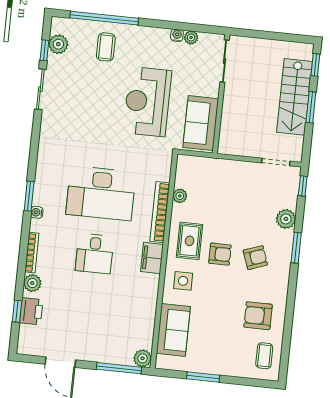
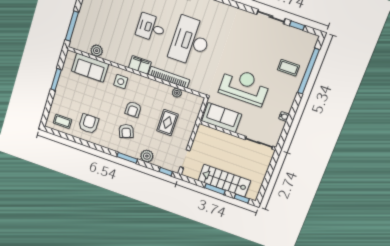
plant: (191, 37) -> (280, 125), removed
plant: (58, 44) -> (299, 36), removed
rug: (189, 241) -> (167, 123), moved, turned 90
plant: (143, 358) -> (97, 51), moved

